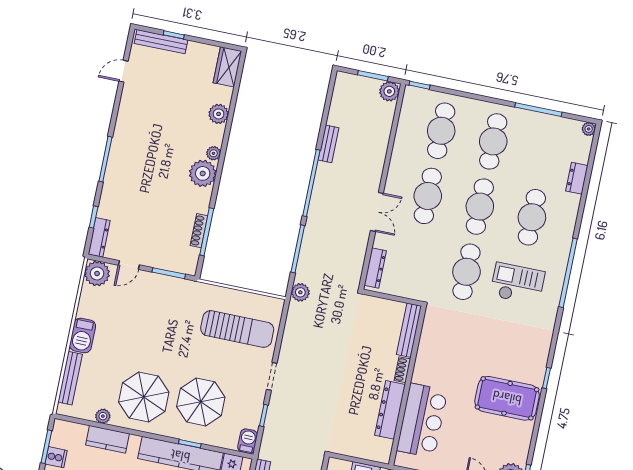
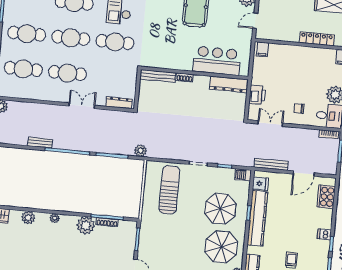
plant: (203, 173) -> (86, 225), moved
dresser: (390, 410) -> (229, 84), moved

